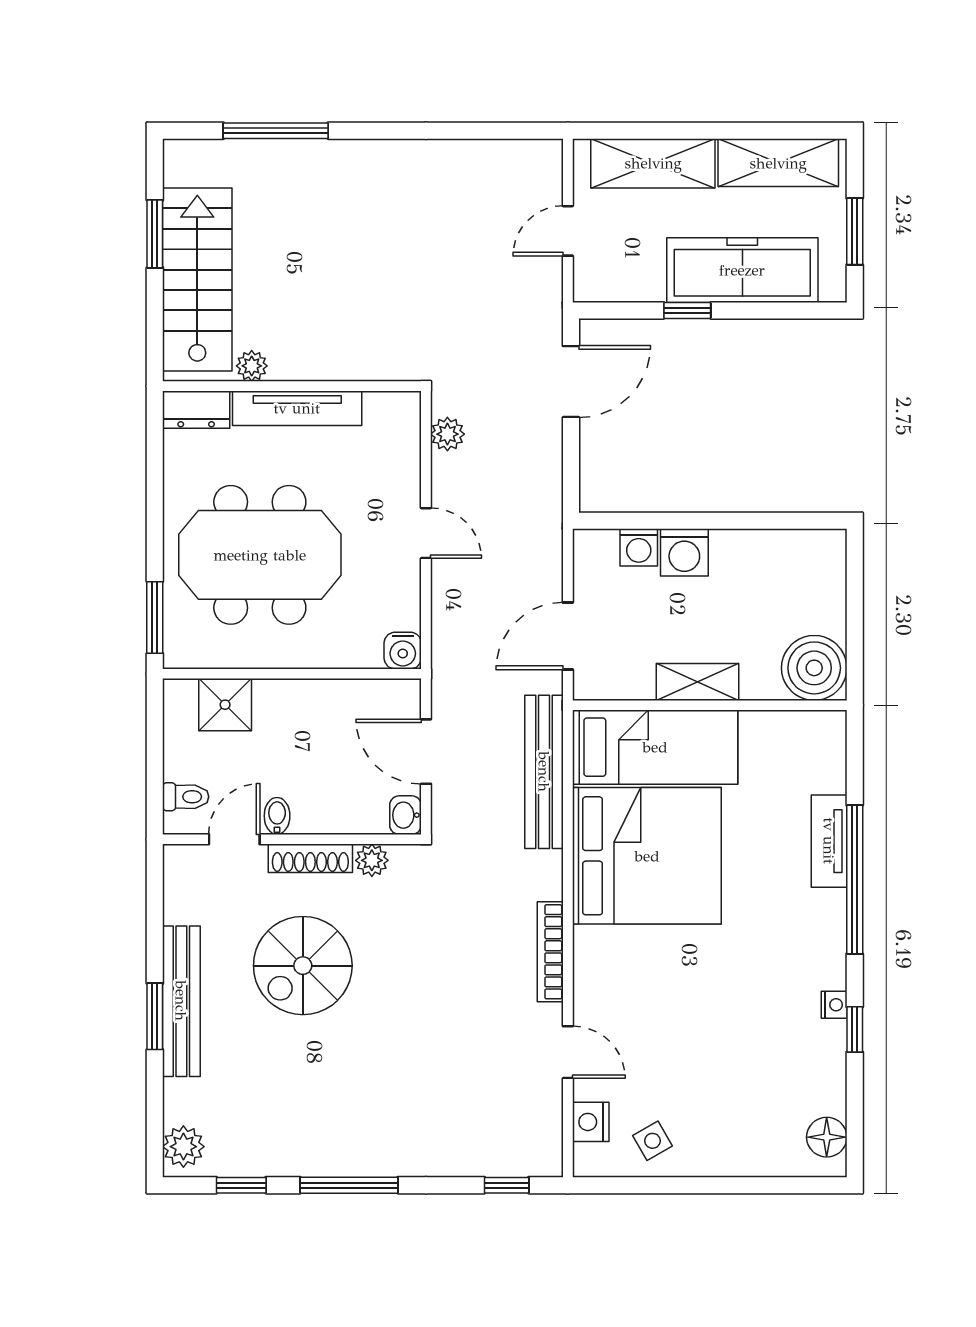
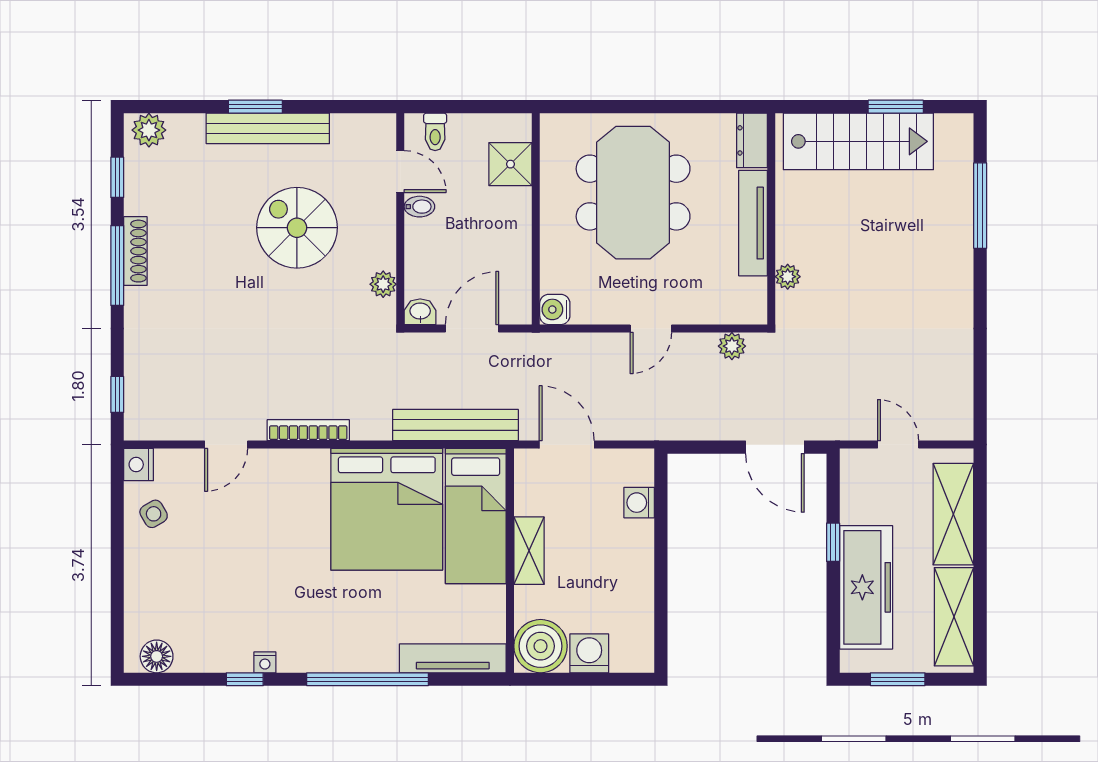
plant: (252, 366) -> (788, 277), moved
washing machine: (684, 552) -> (589, 653), moved, turned 90
window: (155, 617) -> (582, 107), removed
tv unit: (829, 841) -> (453, 658), moved, width x1.41
shoe rack: (310, 858) -> (135, 251), moved, turned 180
nightstand: (591, 1122) -> (139, 465), moved, turned -90

